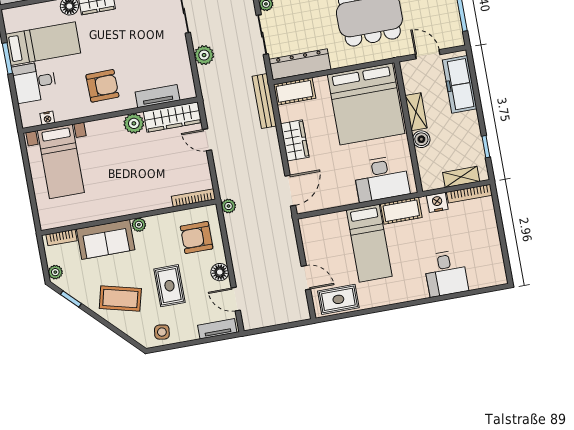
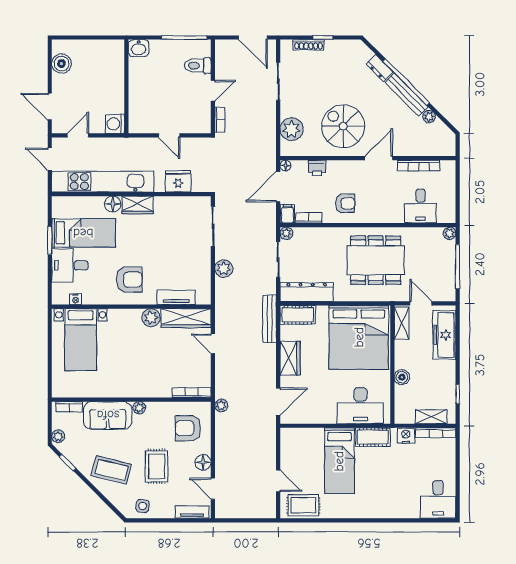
shelving: (416, 112) -> (402, 323), moved
desk: (446, 273) -> (438, 499), moved

